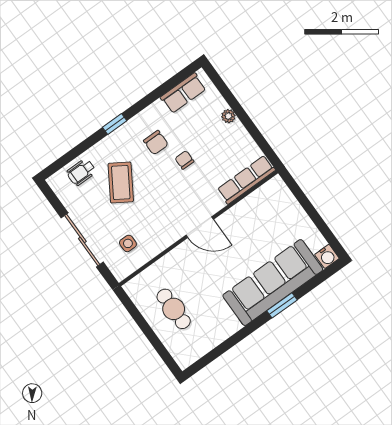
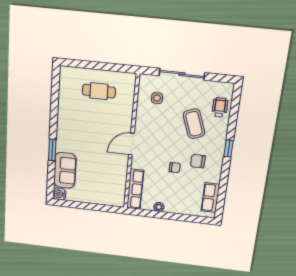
plant: (228, 116) -> (159, 207), moved
coffee table: (121, 183) -> (194, 124), turned 37
sofa: (273, 283) -> (65, 170), width x0.54, depth x0.79

